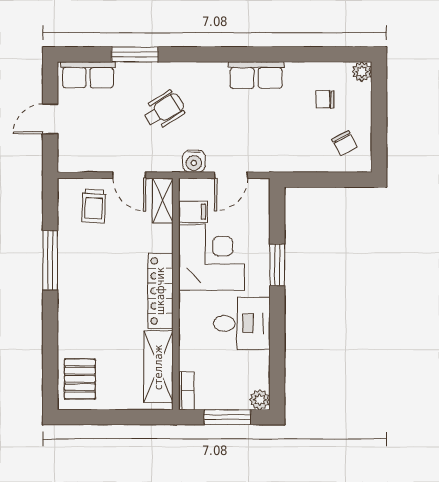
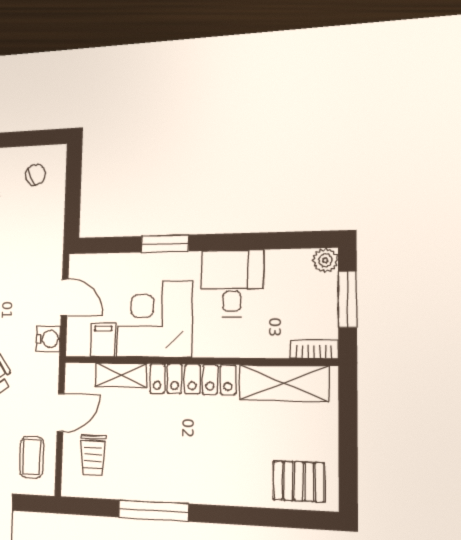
coffee table: (90, 150) -> (32, 457), added
shelving: (163, 201) -> (121, 375), moved
trolley: (94, 206) -> (93, 455), turned 87

